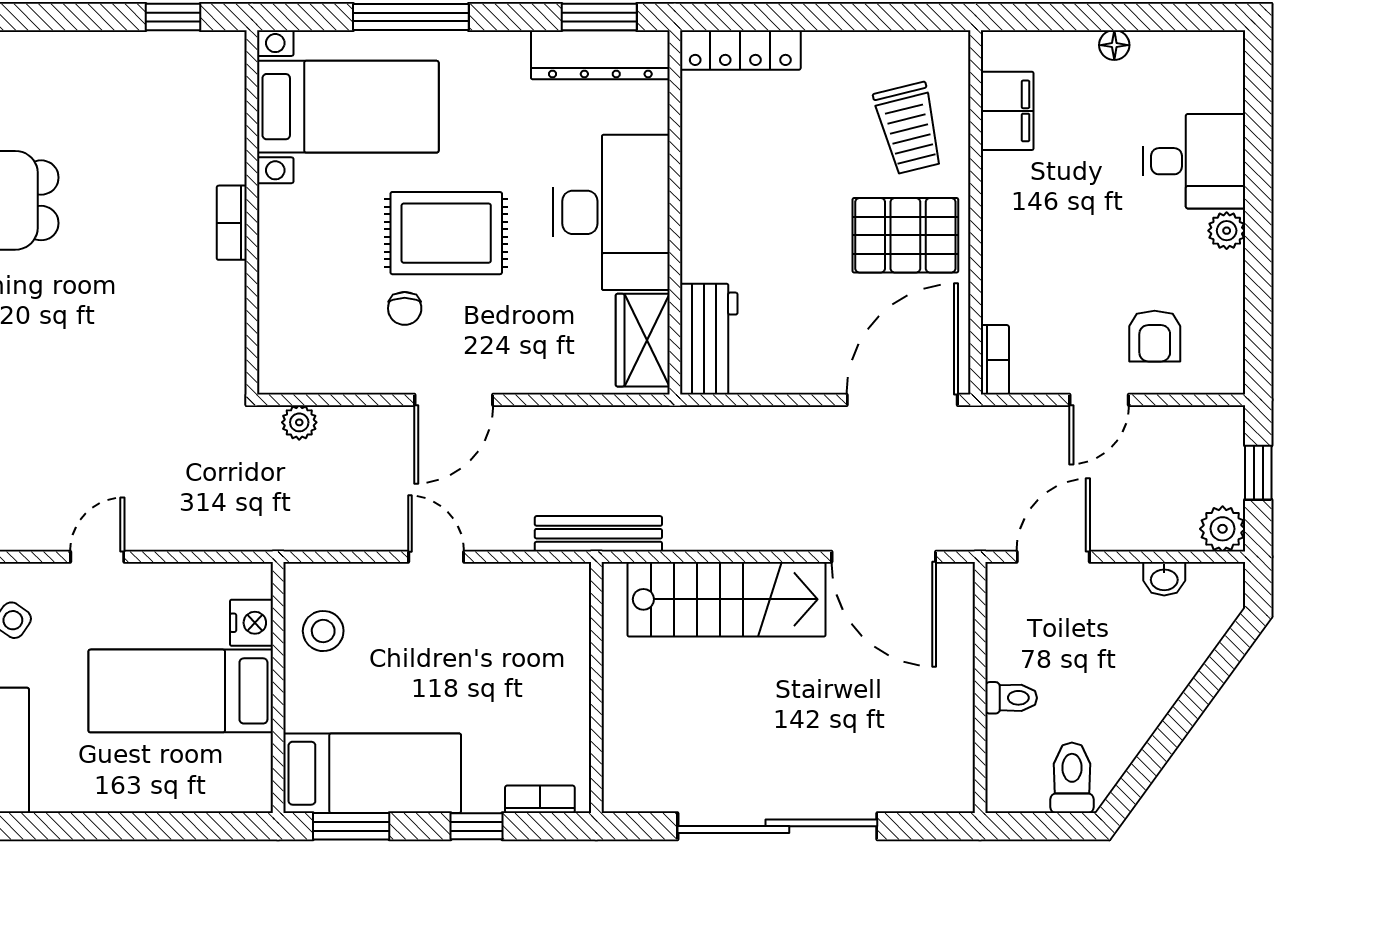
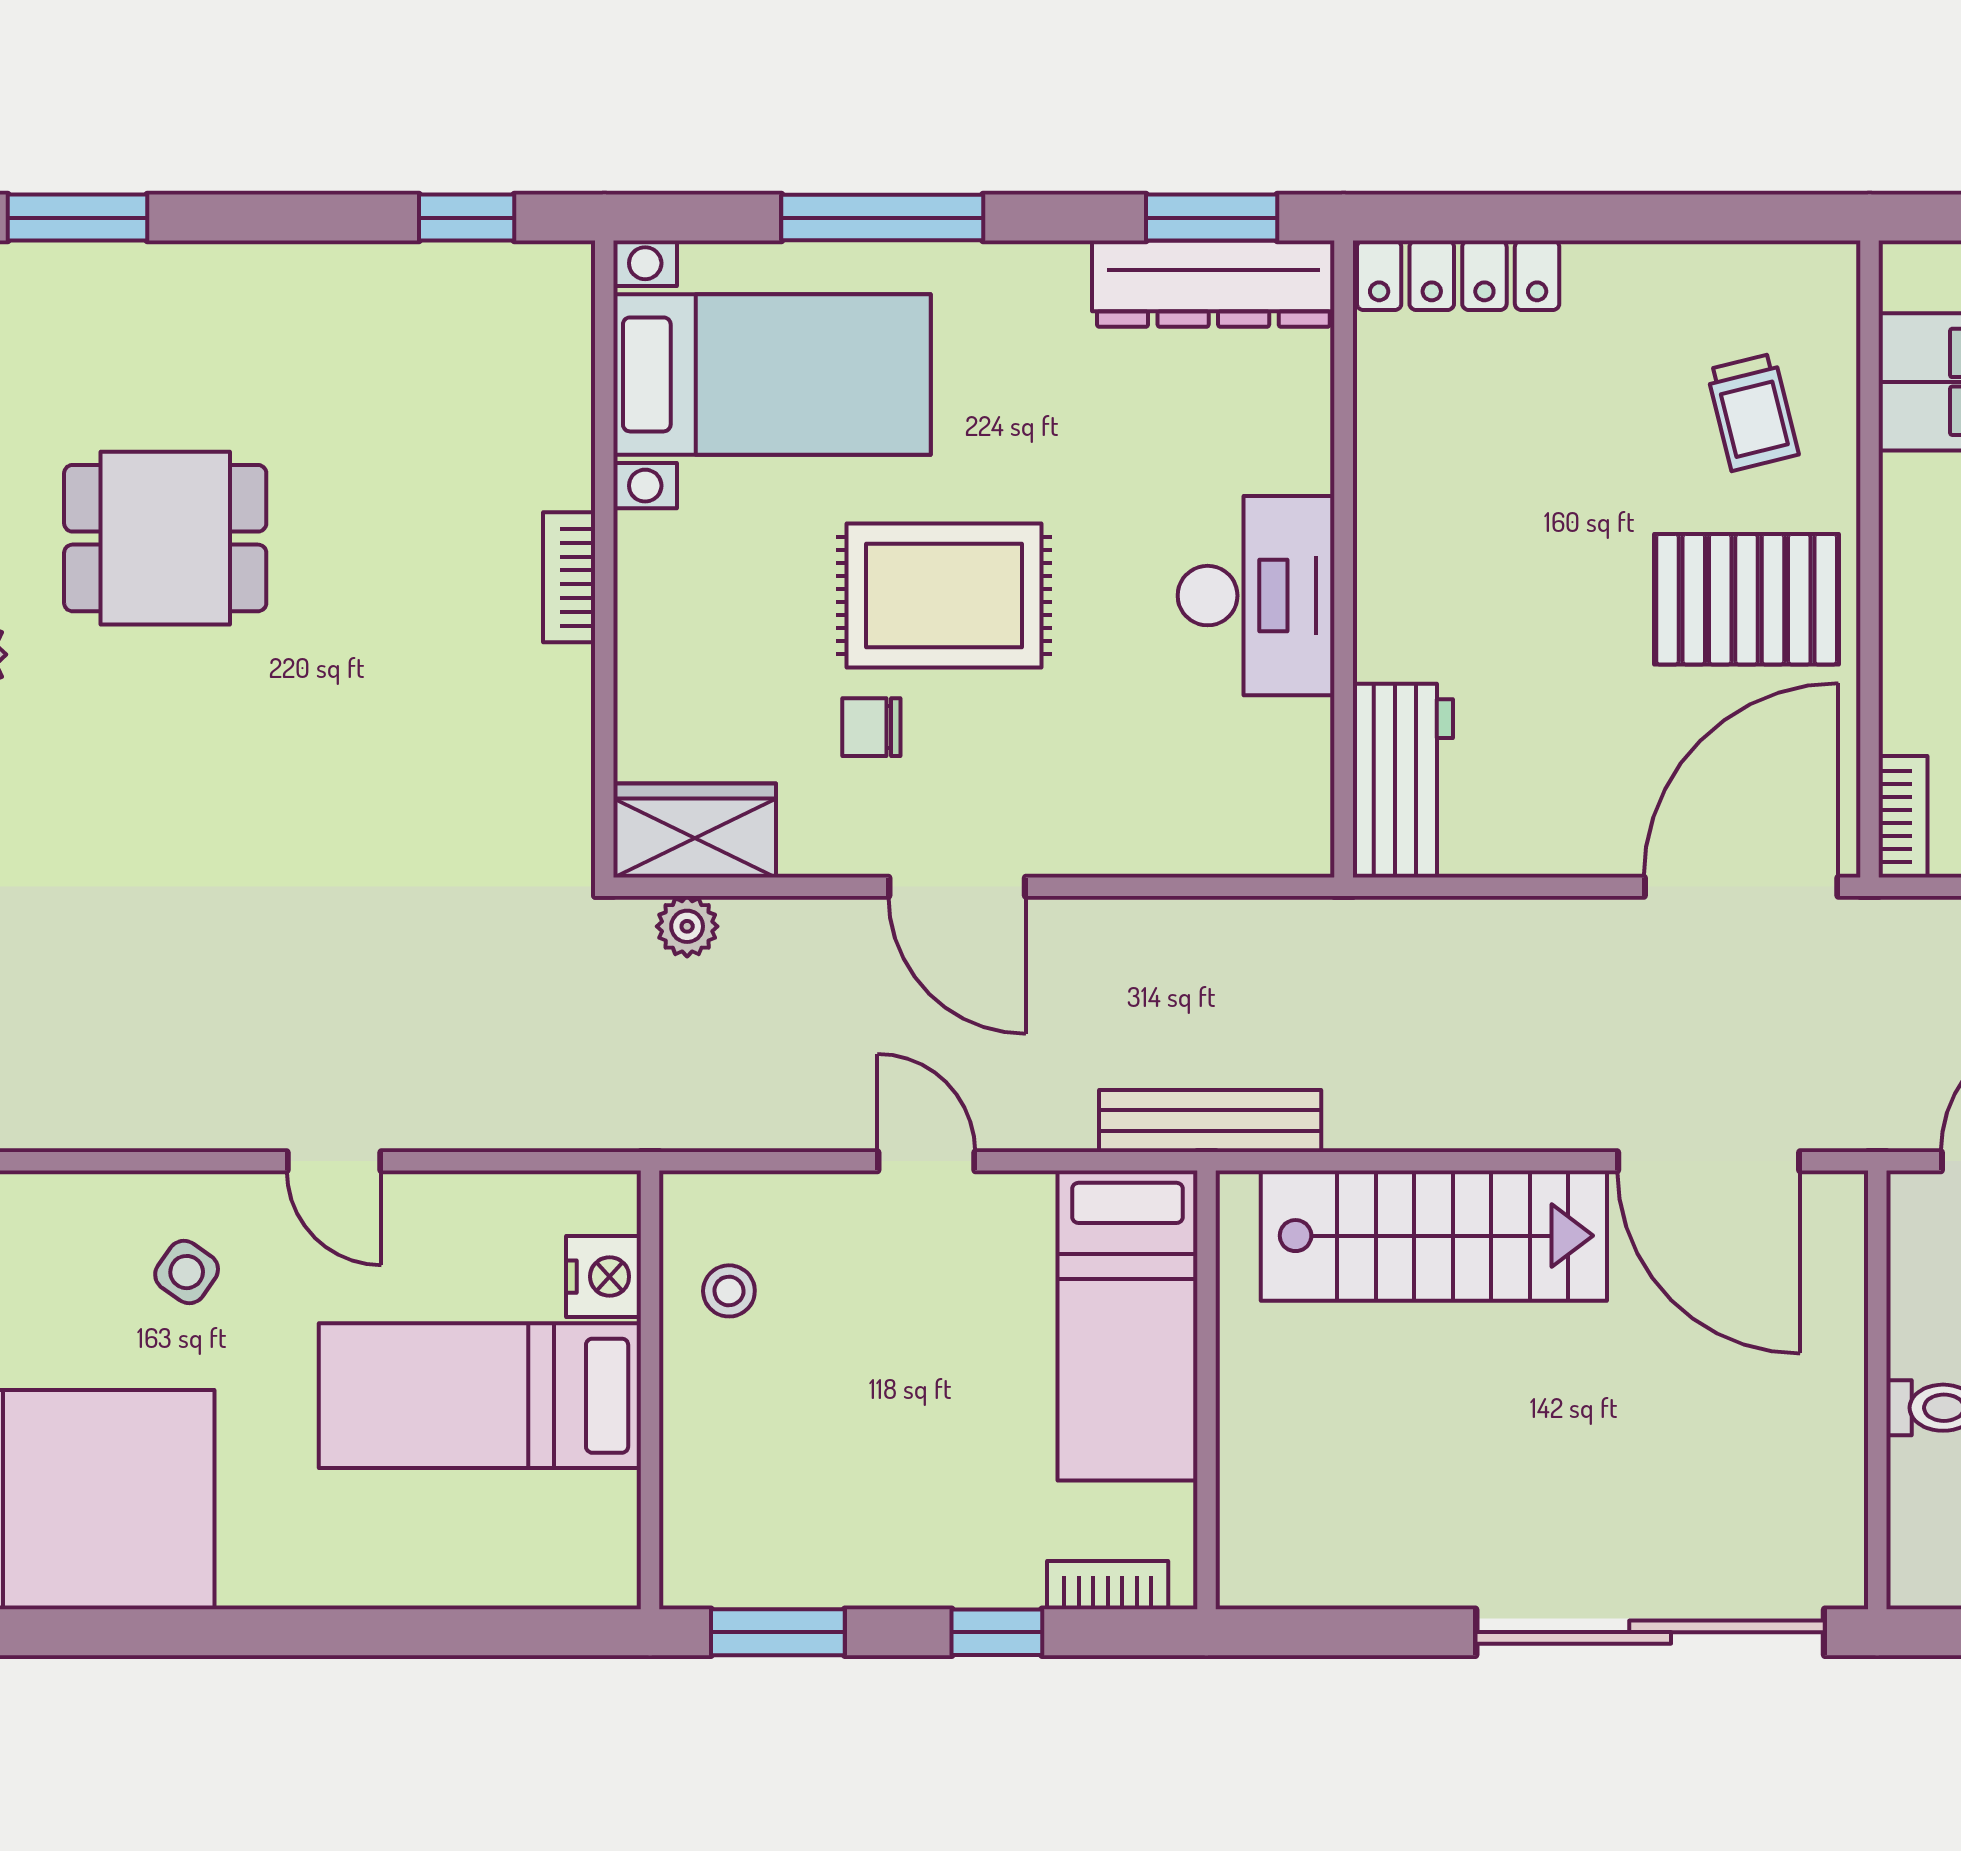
trolley: (909, 128) -> (1753, 412), width x0.73, depth x0.72
desk: (611, 212) -> (1256, 596), width x0.73, depth x0.77
chair: (405, 308) -> (871, 727), turned 90
wardrobe: (643, 340) -> (695, 831), moved, turned 90
door: (454, 400) -> (957, 887), hinge flipped
door: (97, 557) -> (334, 1161), swing flipped
stool: (323, 631) -> (729, 1291), width x0.73, depth x0.73
bed: (372, 773) -> (1127, 1325), moved, turned 90
sliding door: (777, 826) -> (1650, 1632), moved

